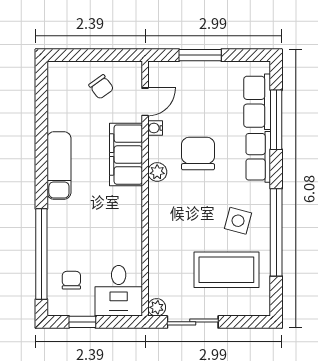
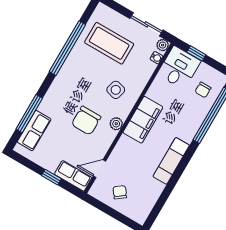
window: (200, 55) -> (51, 177), width x0.67
water cooler: (155, 128) -> (156, 58), moved
filing cabinet: (126, 155) -> (143, 120), moved
row of seats: (258, 157) -> (73, 176), moved, turned -90
side table: (238, 221) -> (116, 90), moved
window: (82, 322) -> (196, 53), moved

